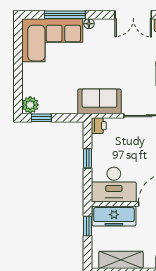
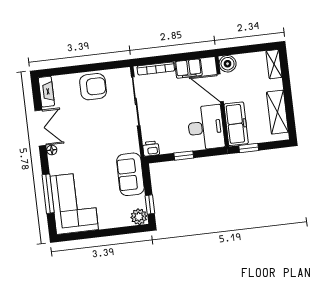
floor lamp: (89, 24) -> (52, 150), moved
sofa: (99, 101) -> (130, 174), moved

